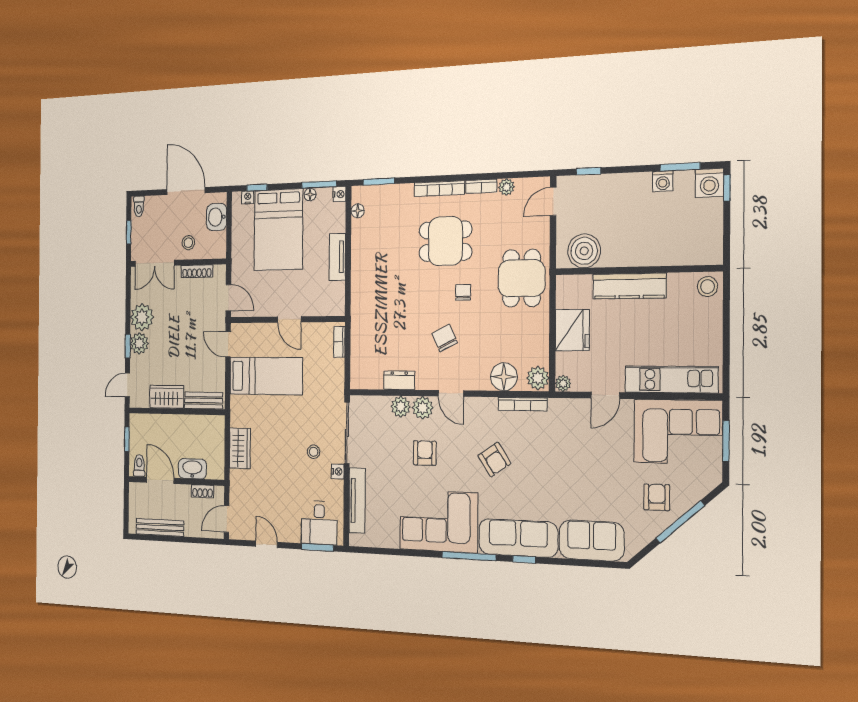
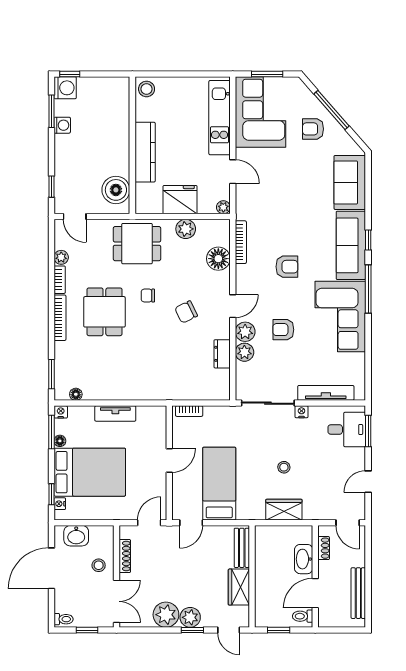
plant: (538, 378) -> (186, 229), moved
stool: (314, 452) -> (284, 467), moved
armchair: (494, 459) -> (287, 267), turned 34

